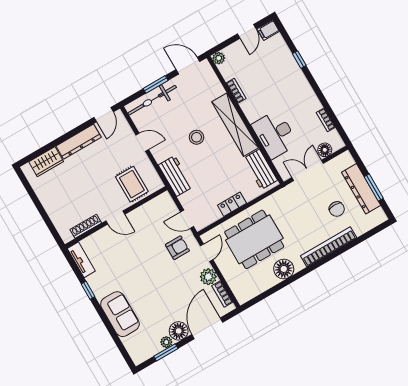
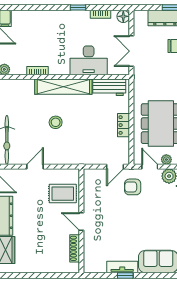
window: (299, 60) -> (78, 8), moved
floor lamp: (325, 150) -> (123, 16), moved
workbench: (176, 176) -> (76, 156), removed
door: (115, 218) -> (81, 222), swing flipped
armchair: (177, 248) -> (133, 187), turned -90
tv unit: (81, 260) -> (122, 267), moved
plant: (223, 265) -> (166, 160), added

